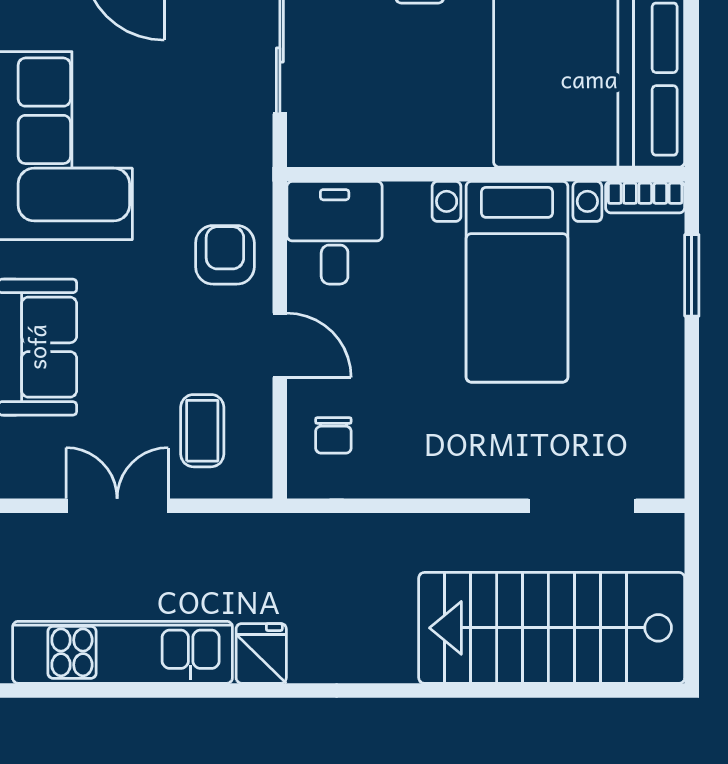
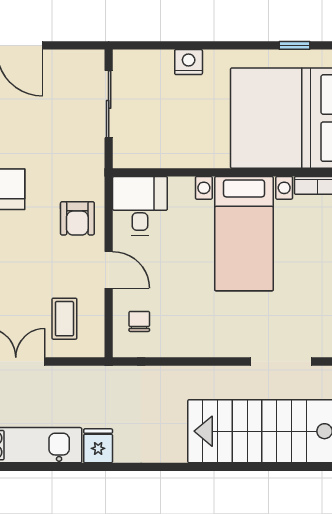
armchair: (225, 255) -> (77, 218), turned 180
chair: (333, 435) -> (139, 321), turned 180

